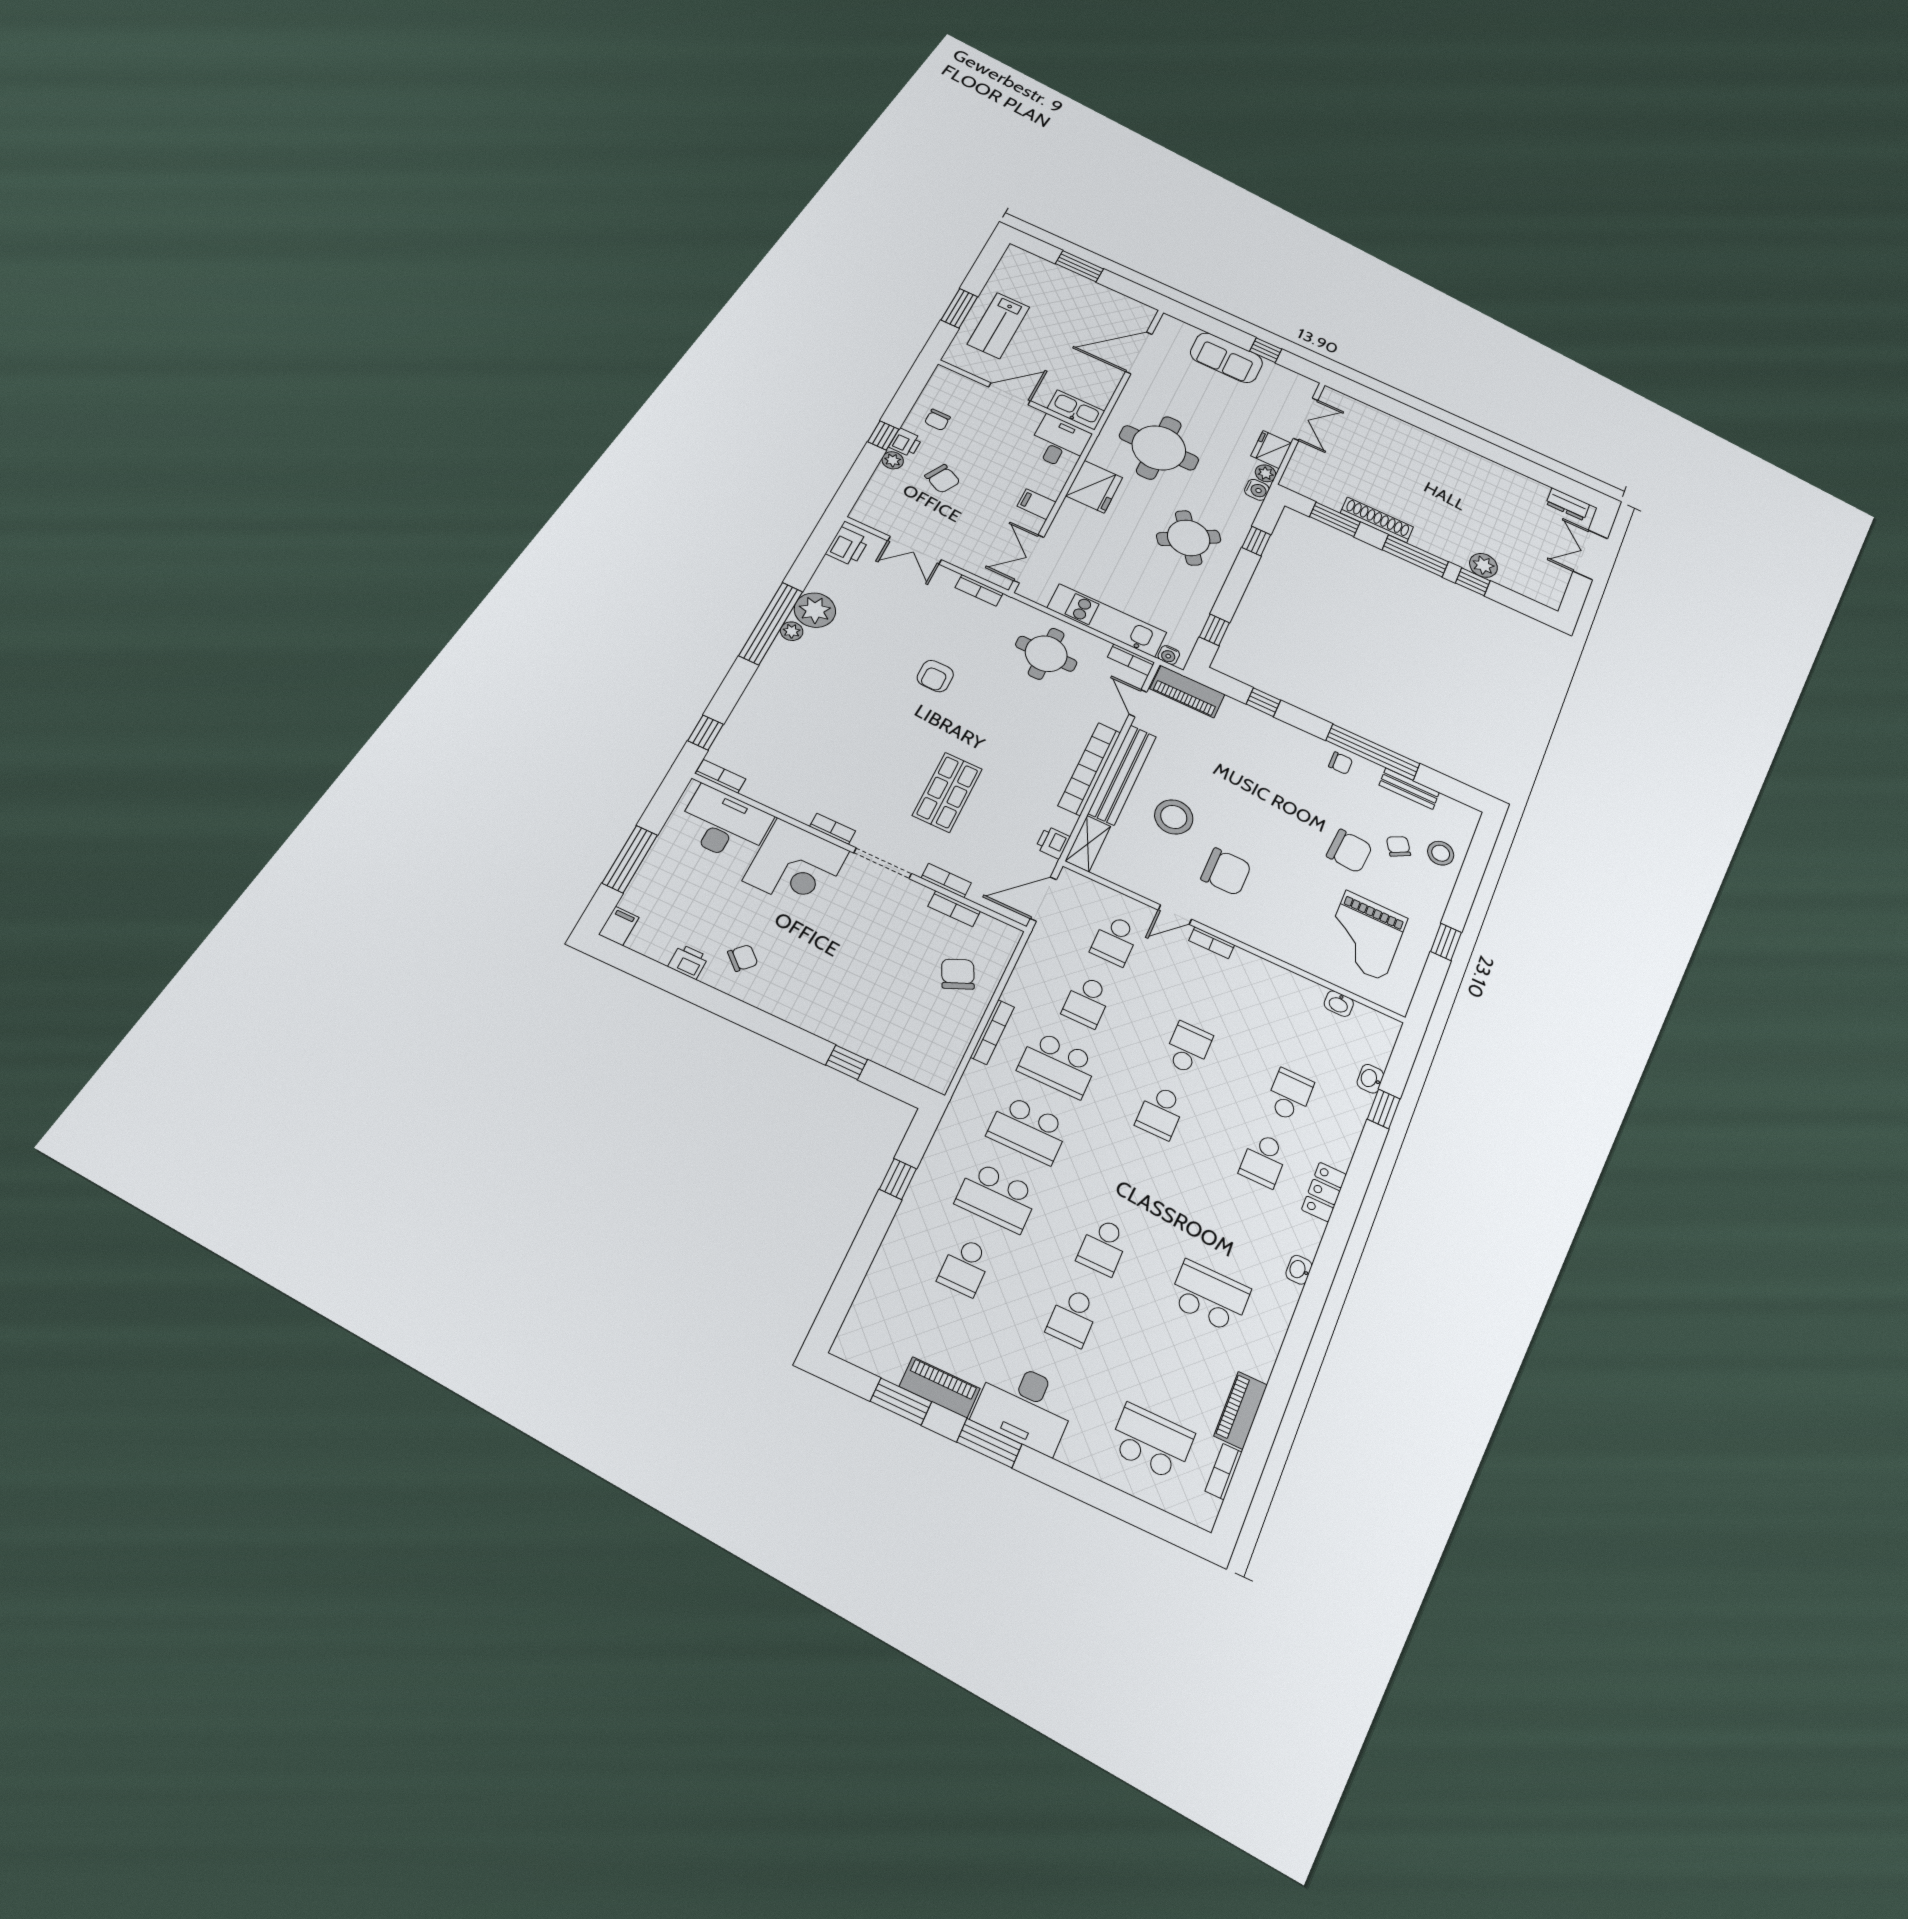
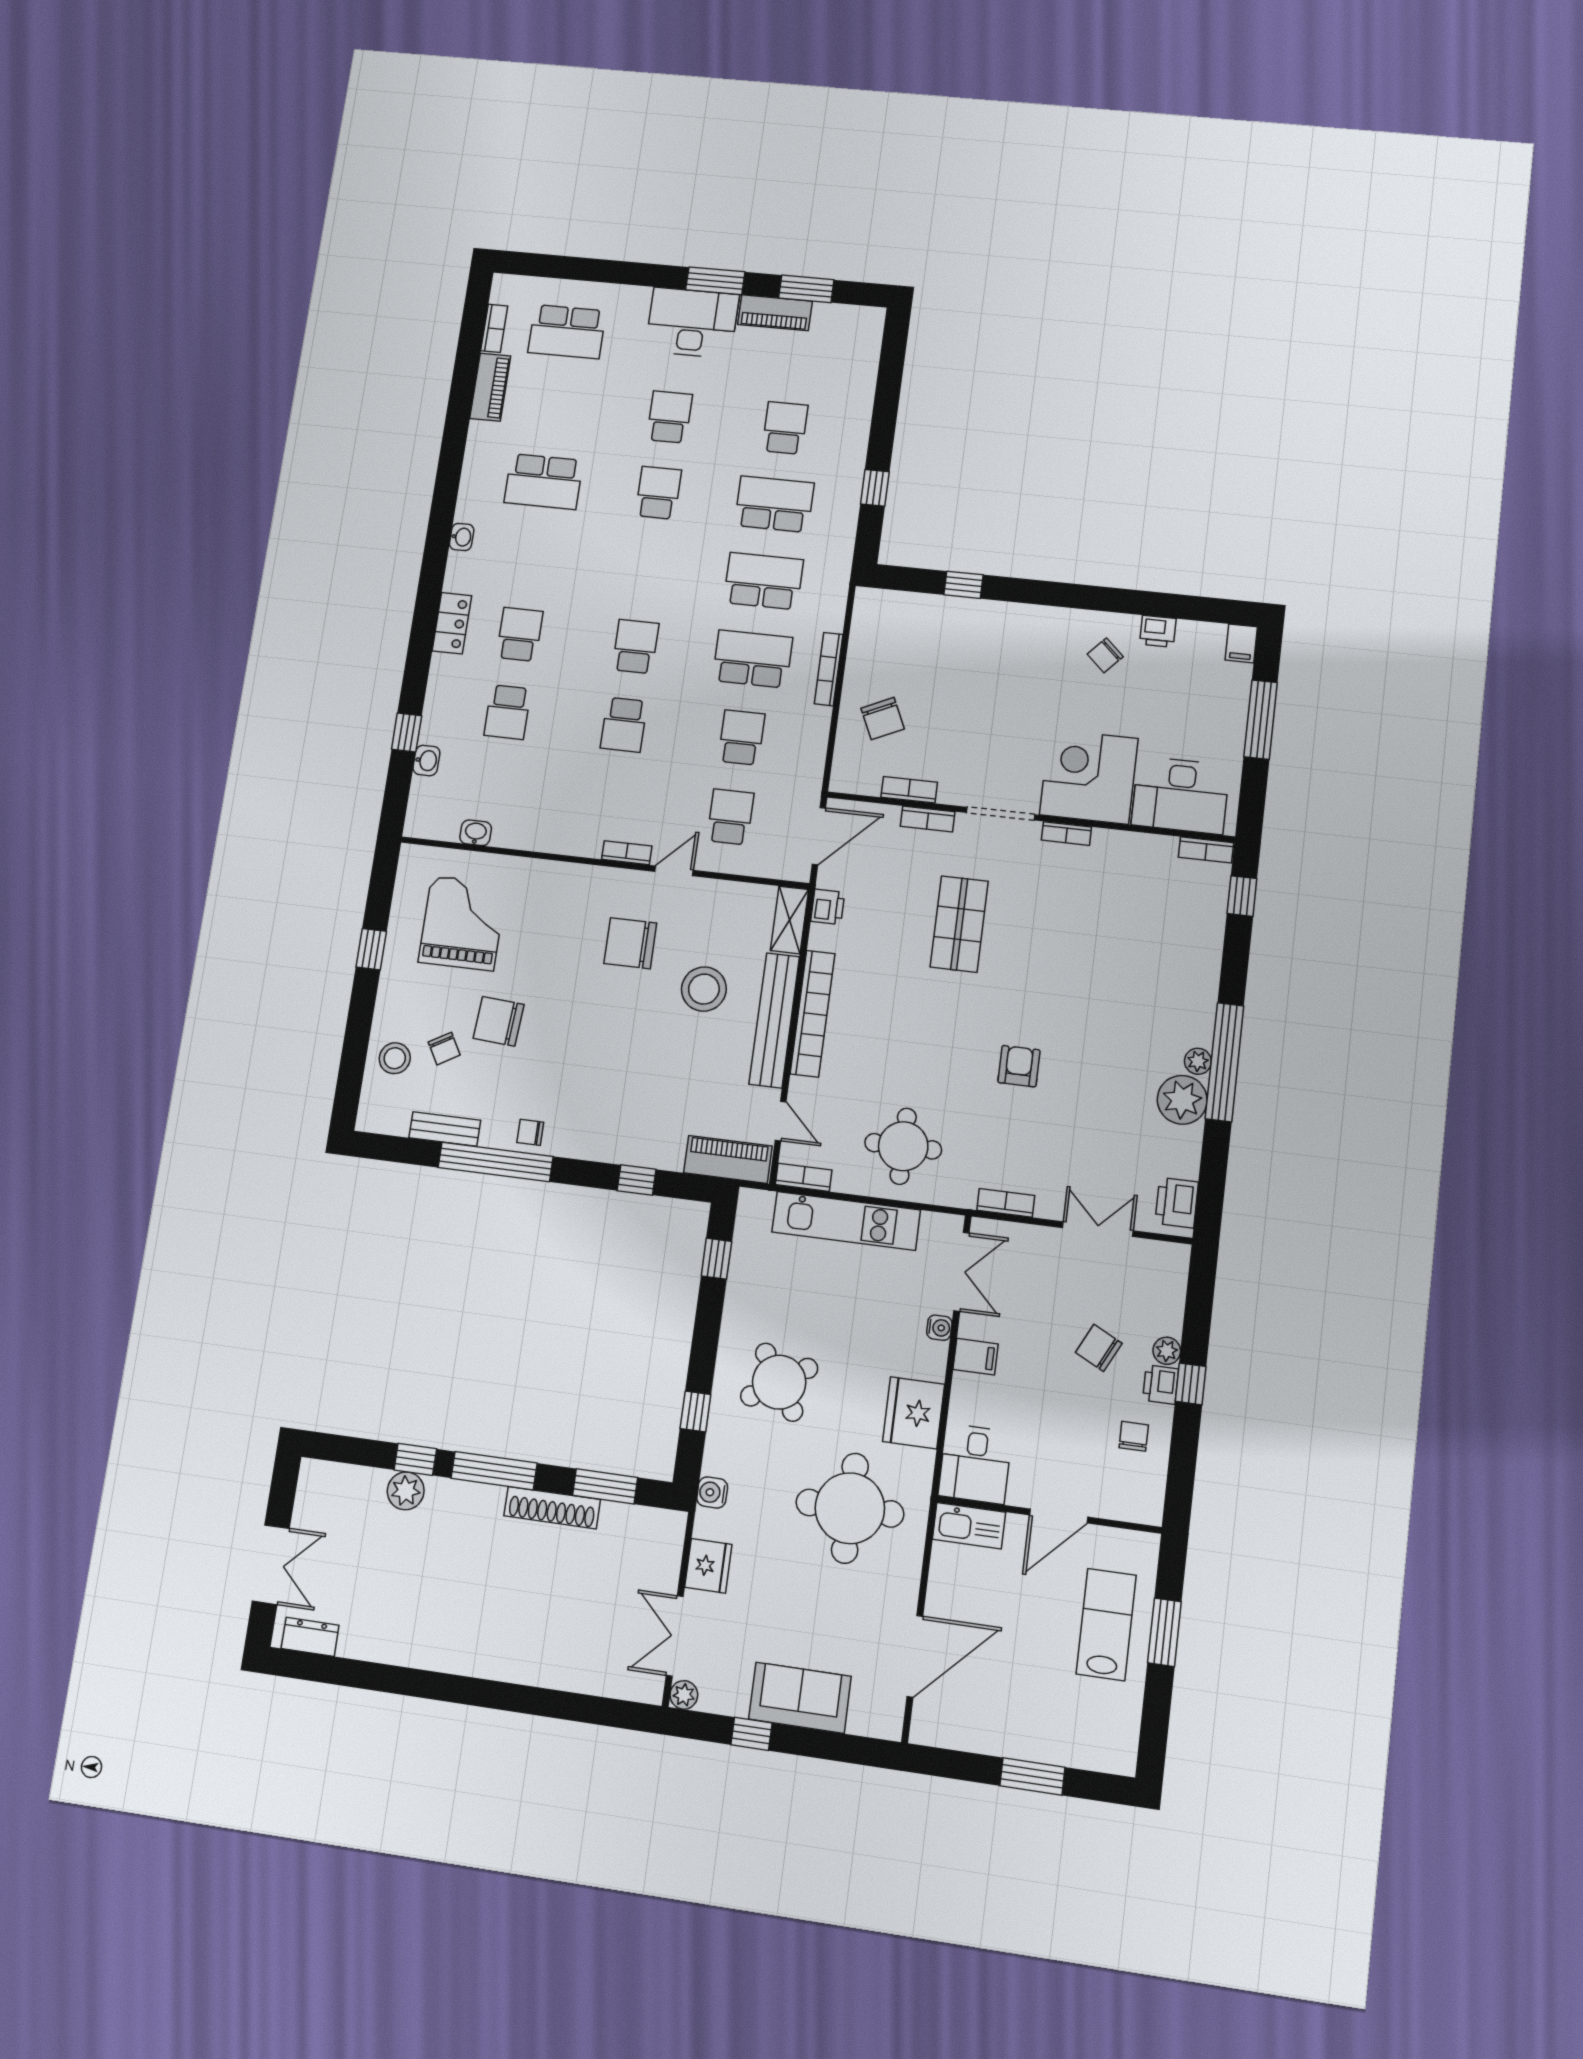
plant: (1266, 473) -> (684, 1695), moved
water cooler: (1169, 655) -> (939, 1328), moved, turned 90

